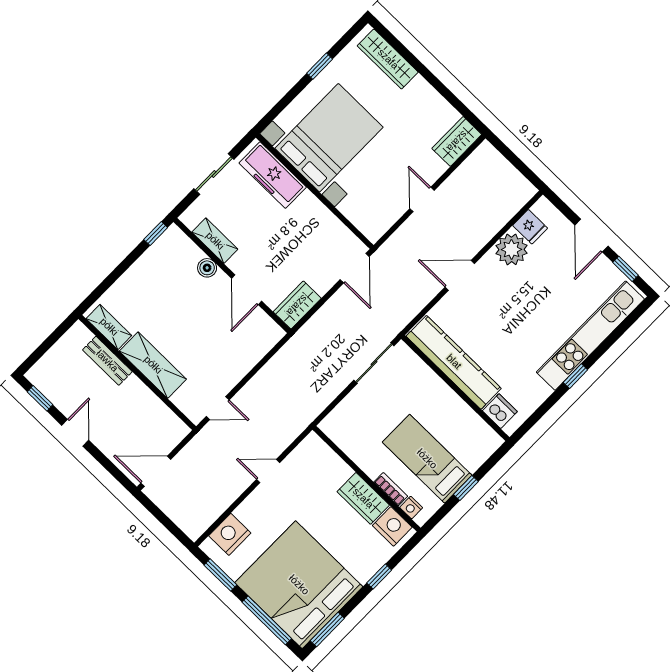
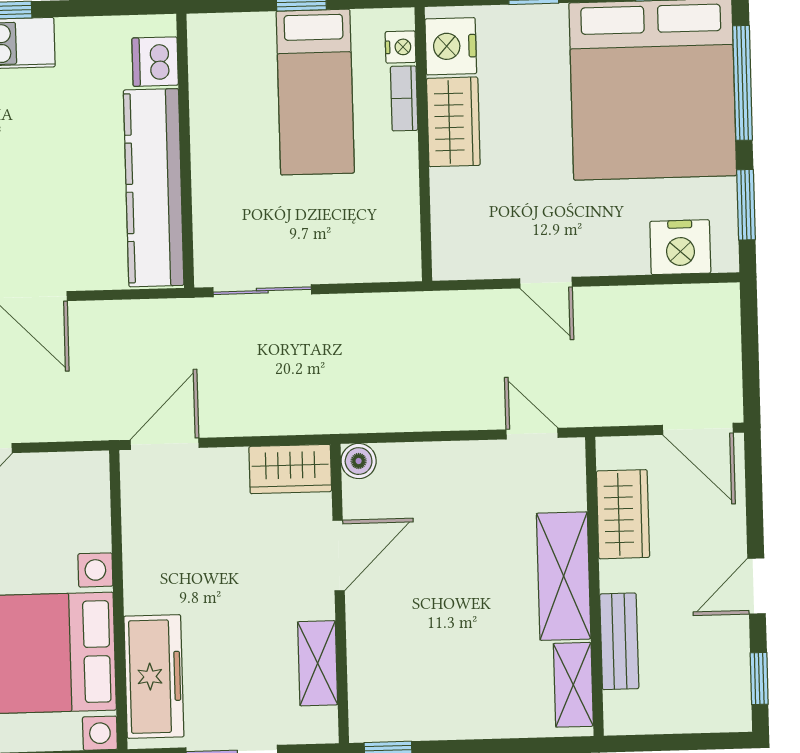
boiler: (207, 268) -> (359, 461), moved
wardrobe: (153, 411) -> (623, 514), added

